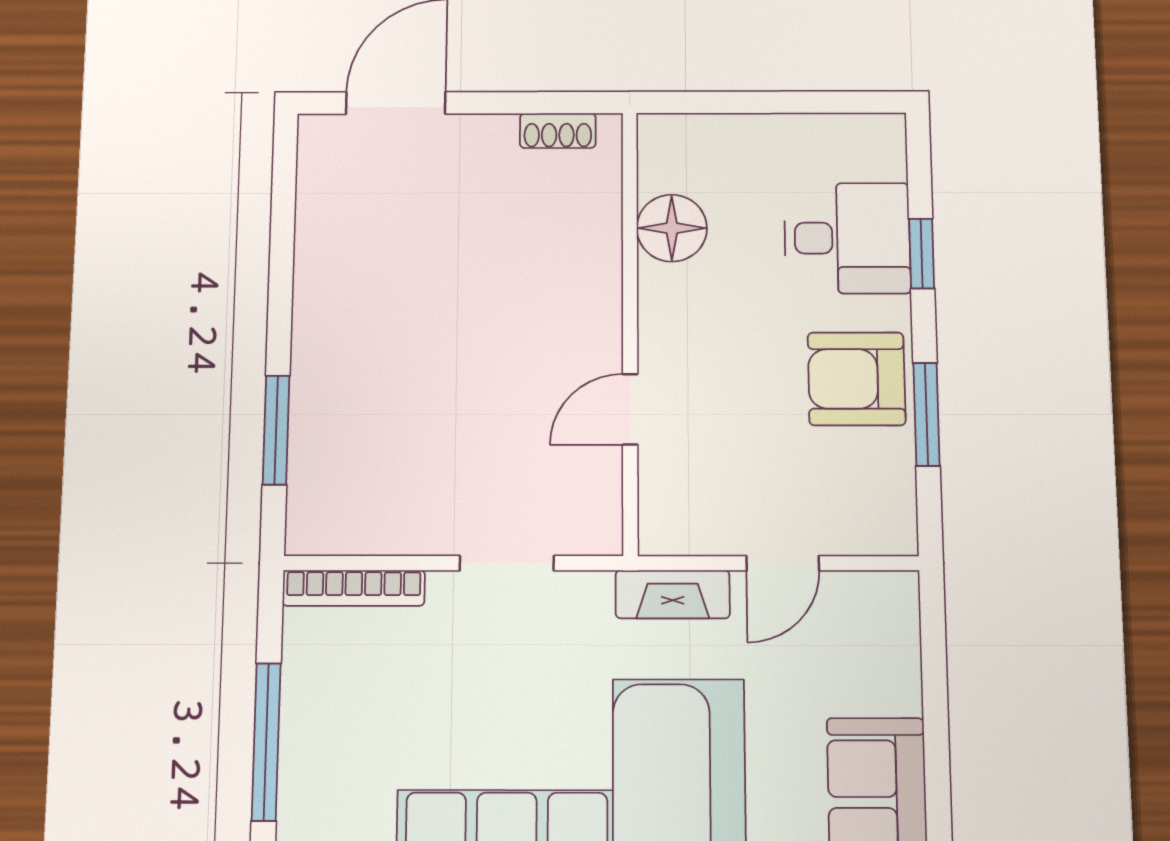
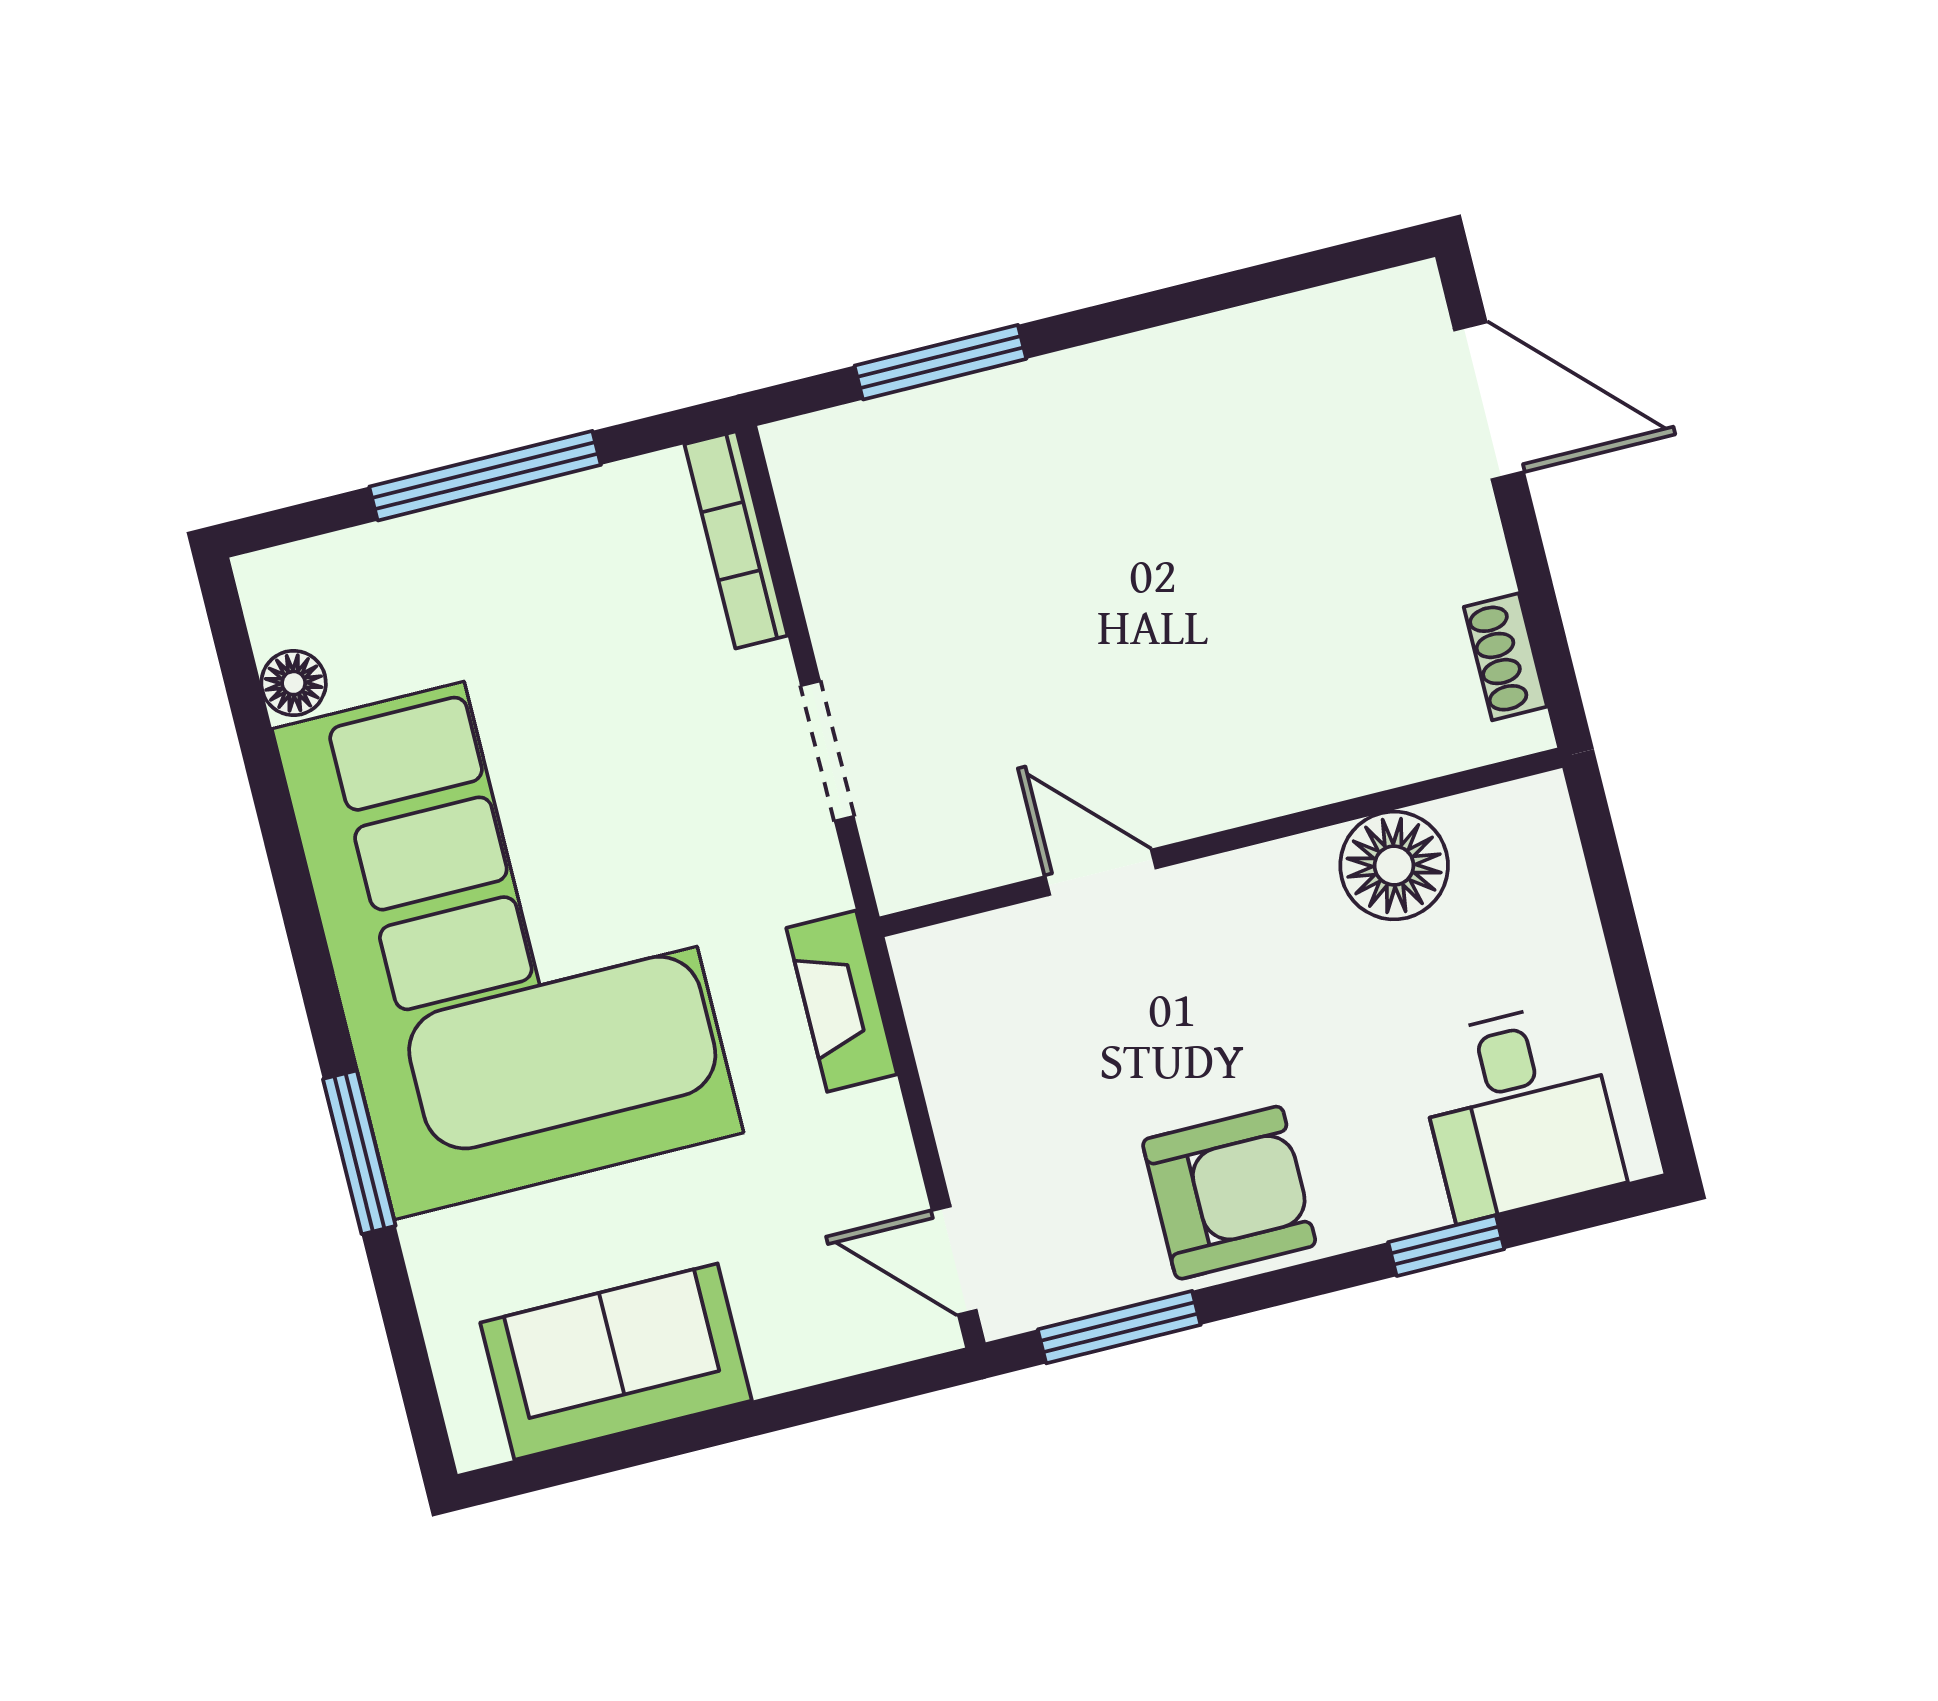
desk: (847, 238) -> (1519, 1111), moved
armchair: (856, 379) -> (1229, 1193), turned 90
window: (926, 414) -> (1119, 1327), moved
door: (783, 563) -> (954, 1260), moved

